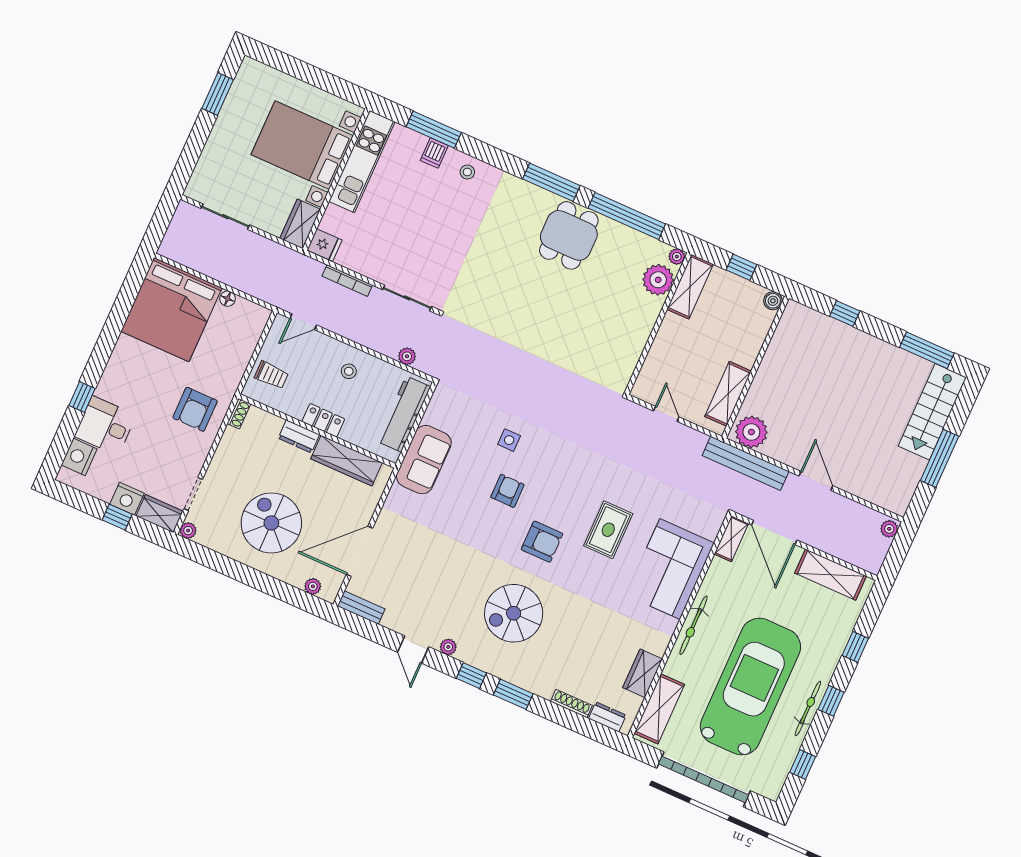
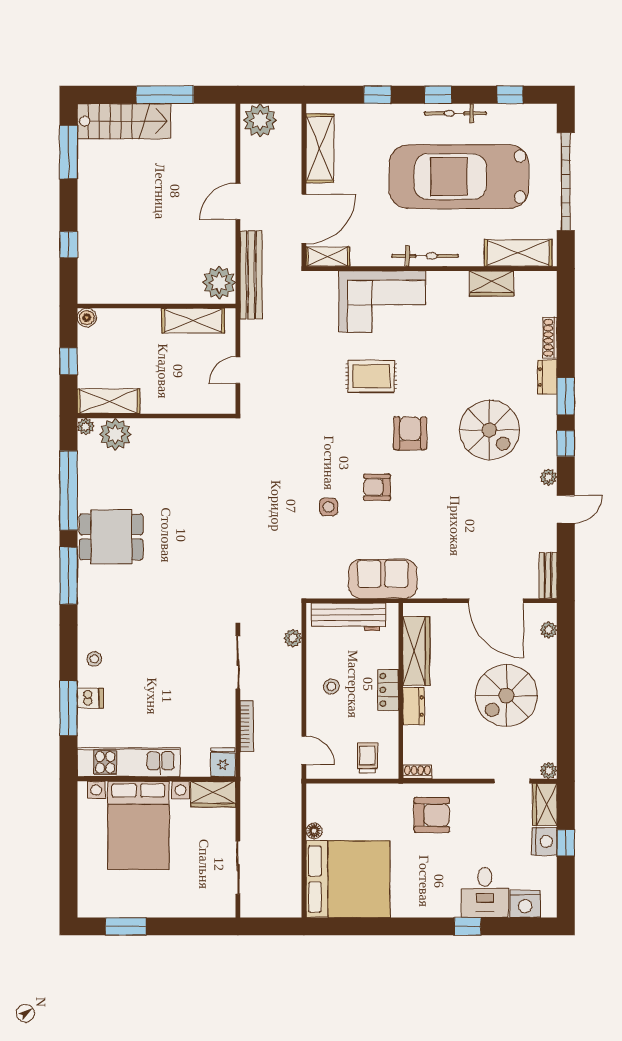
plant: (889, 529) -> (260, 120), width x1.87, depth x1.87
dresser: (607, 717) -> (547, 377), moved

